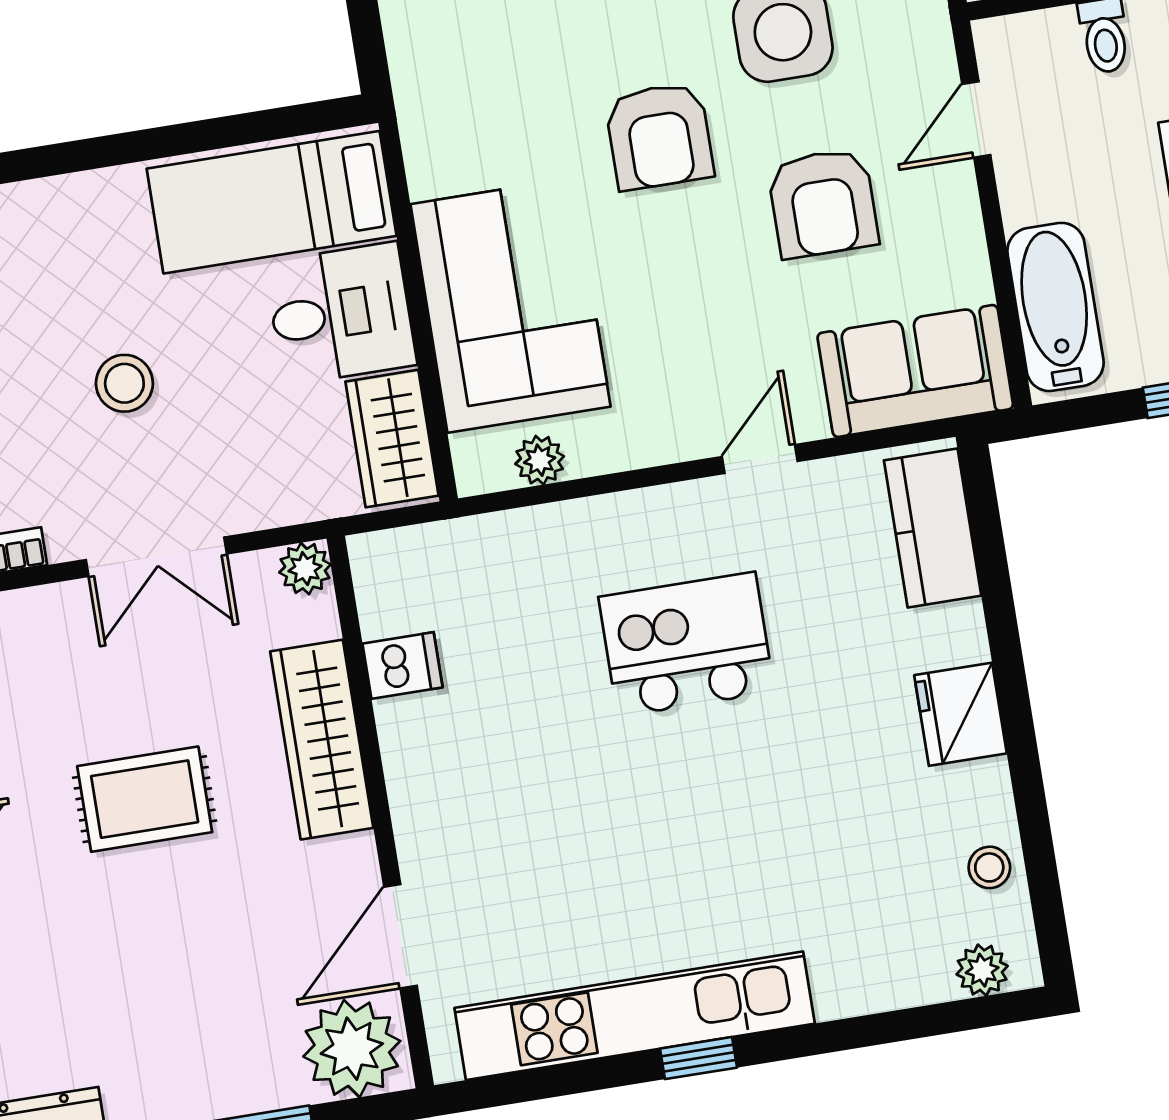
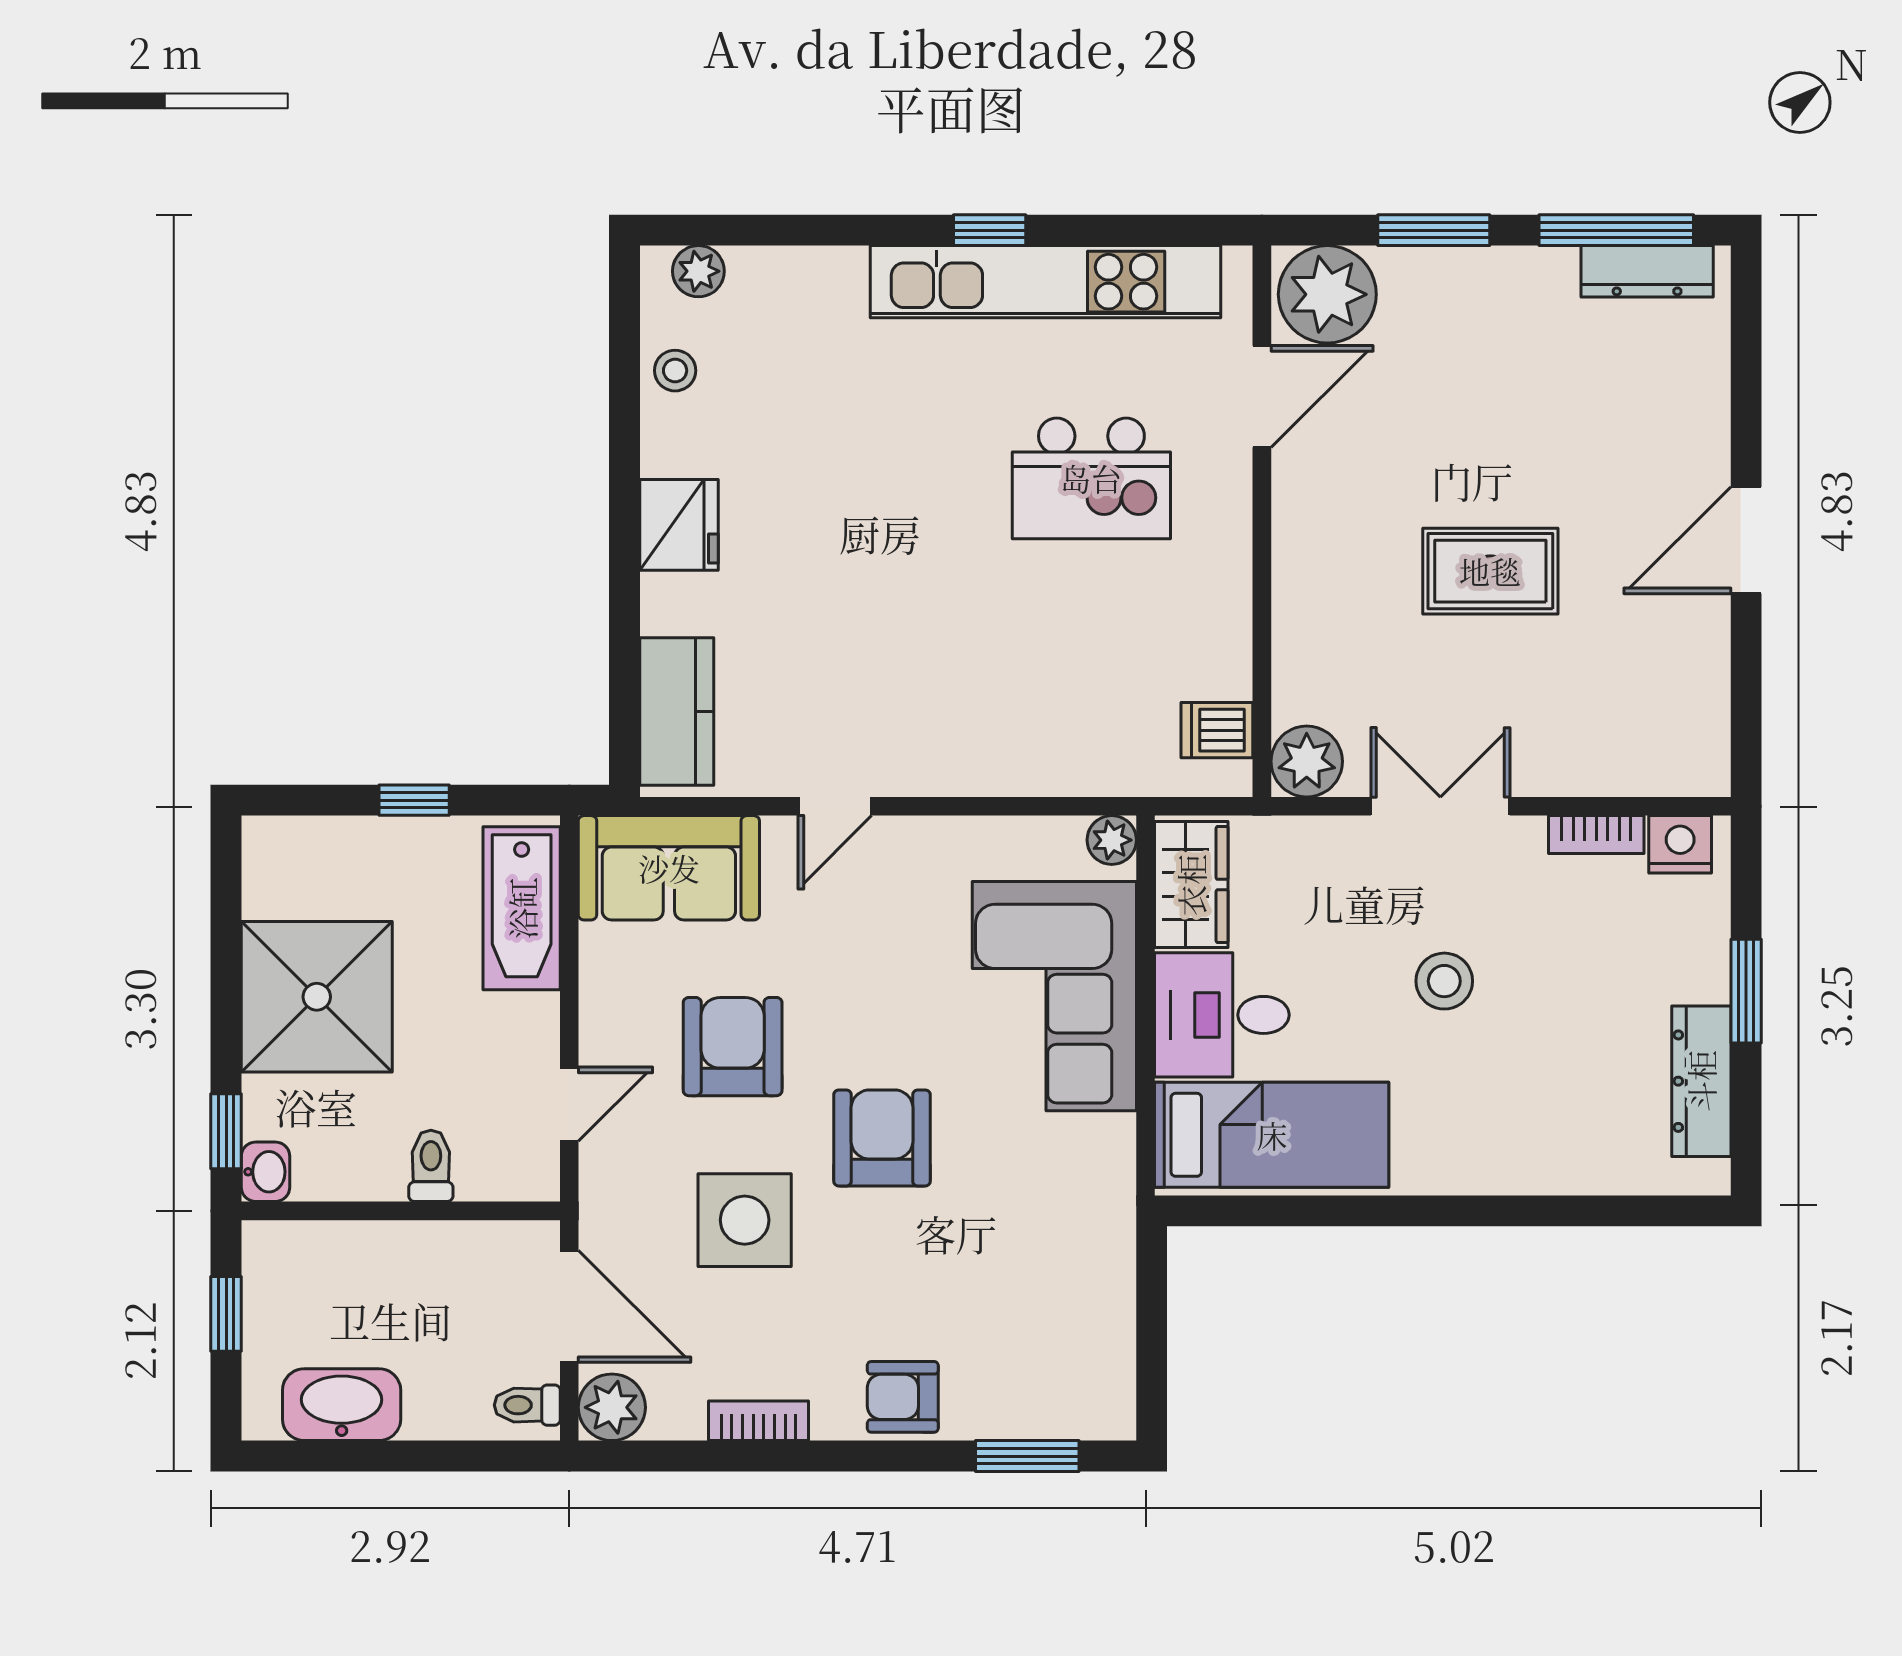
plant: (540, 460) -> (1112, 840), moved
plant: (305, 569) -> (1307, 761), width x1.38, depth x1.38
kitchen island: (686, 644) -> (1091, 478), moved
dishwasher: (403, 665) -> (1217, 730), moved
wardrobe: (322, 740) -> (1308, 601), removed

